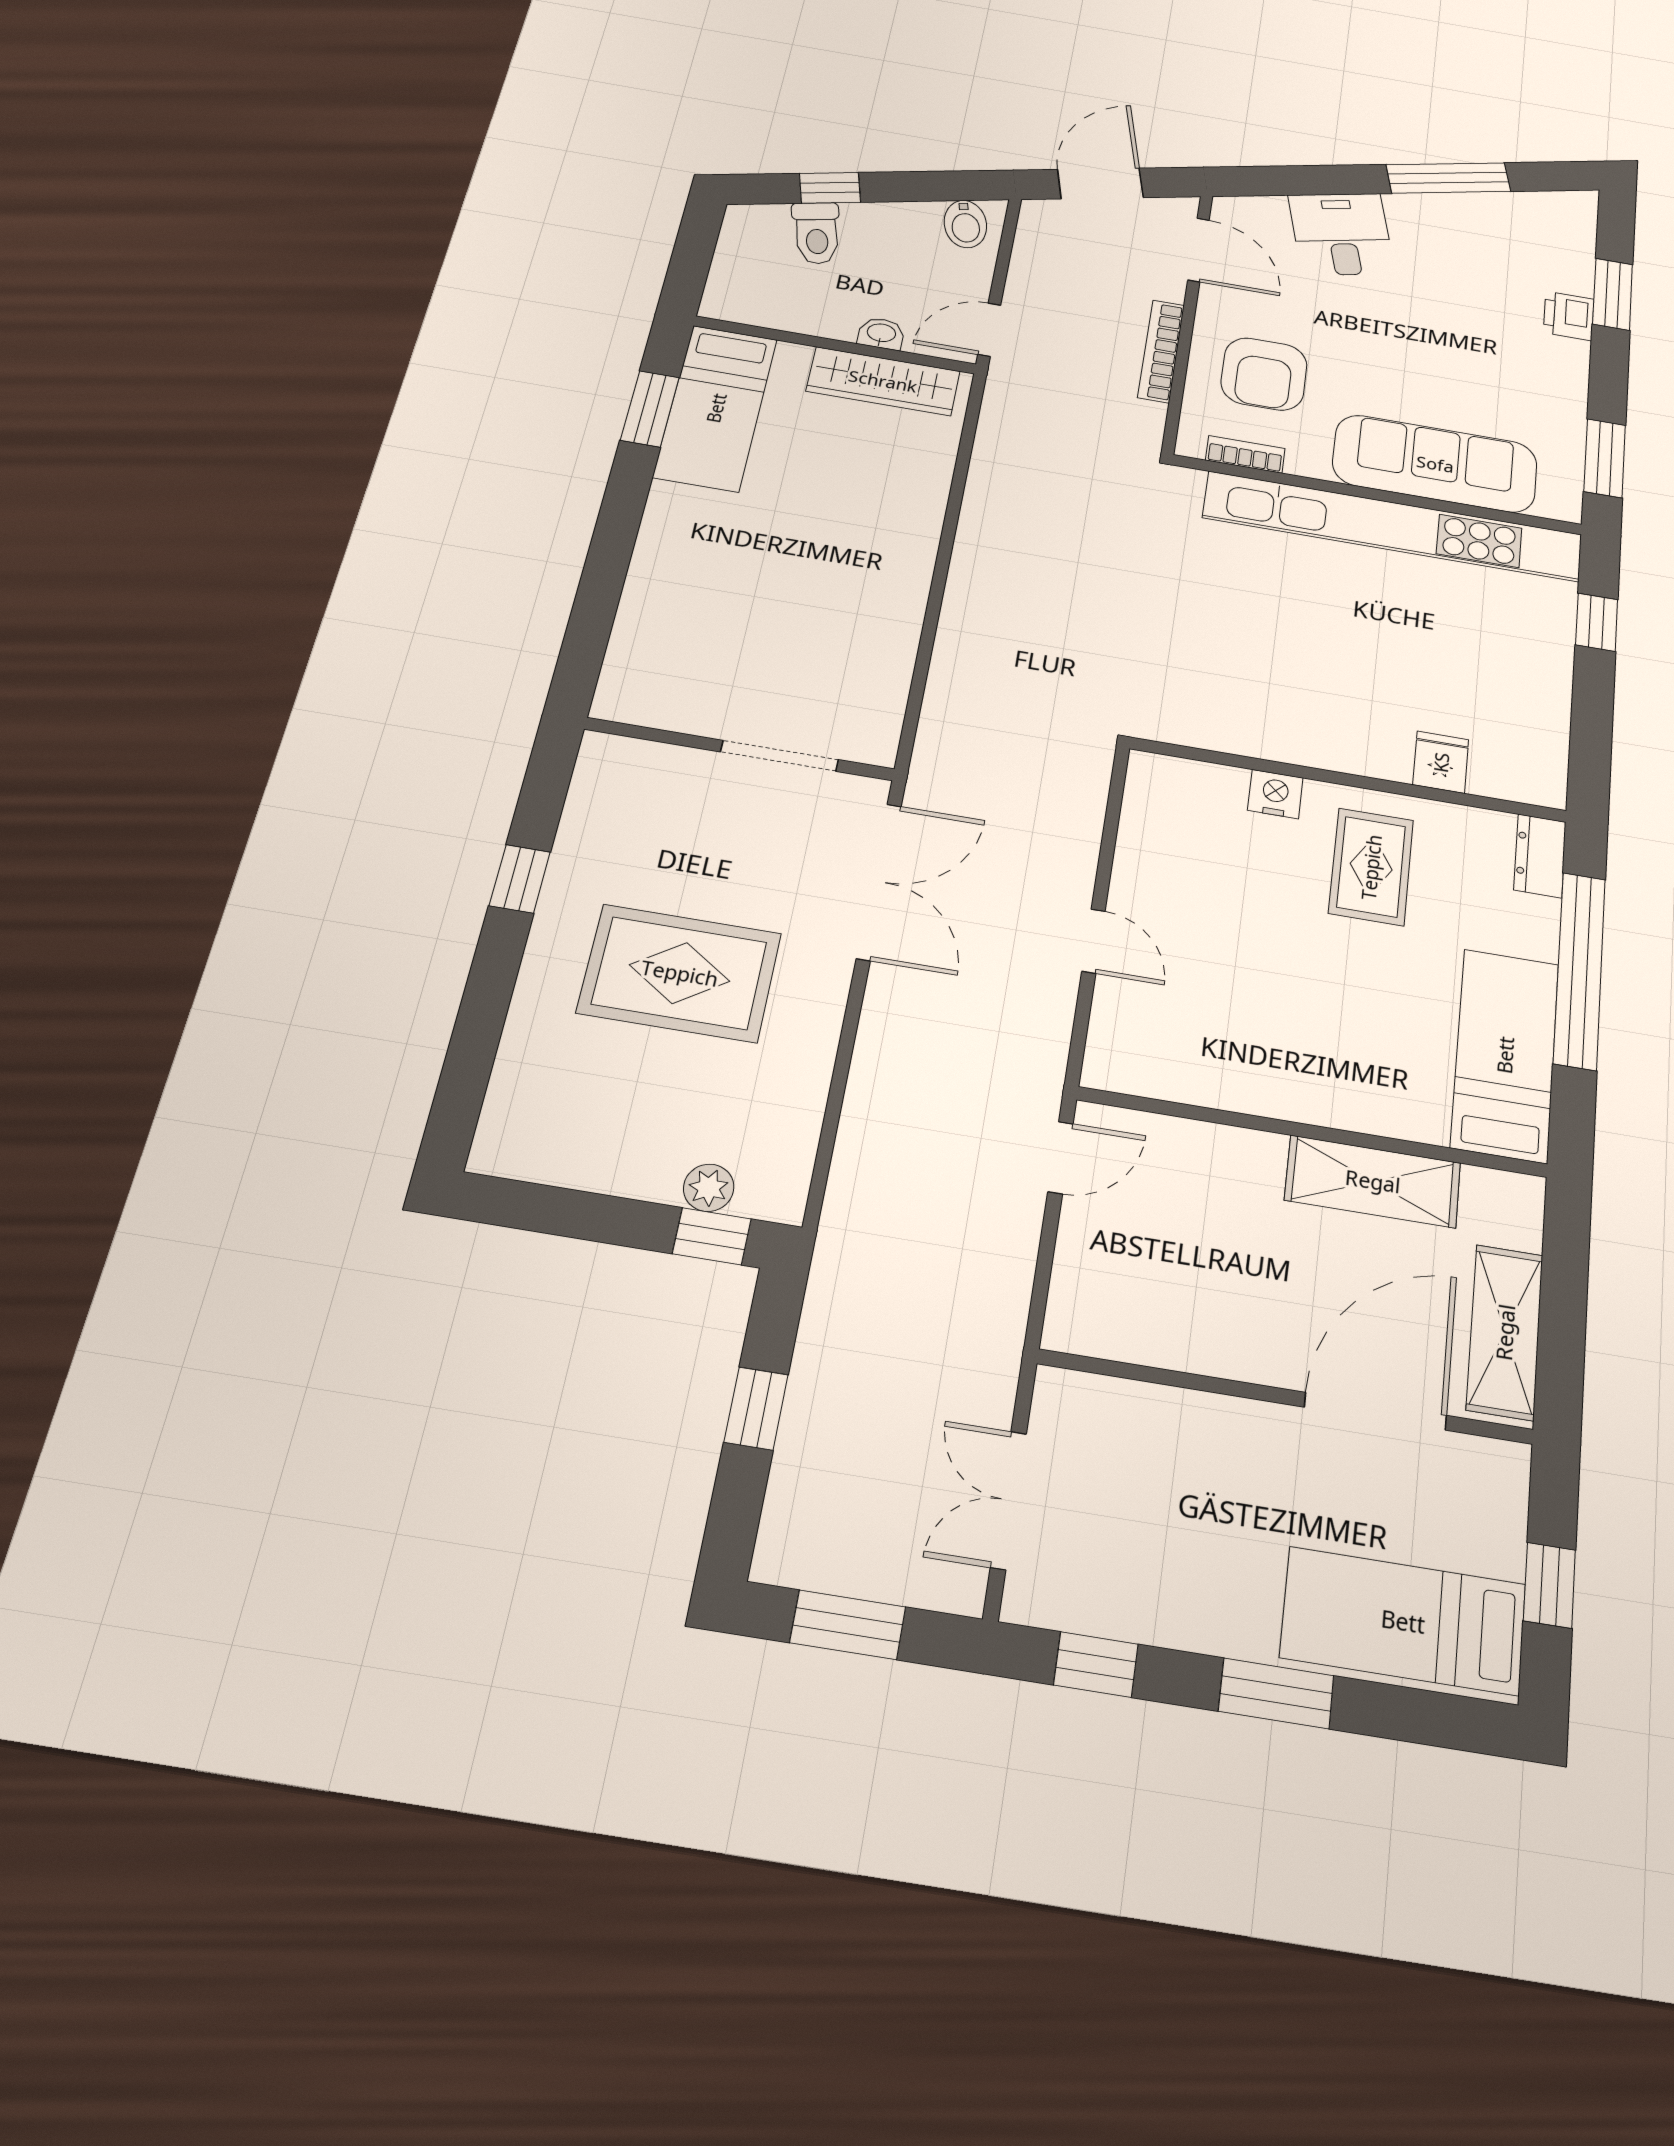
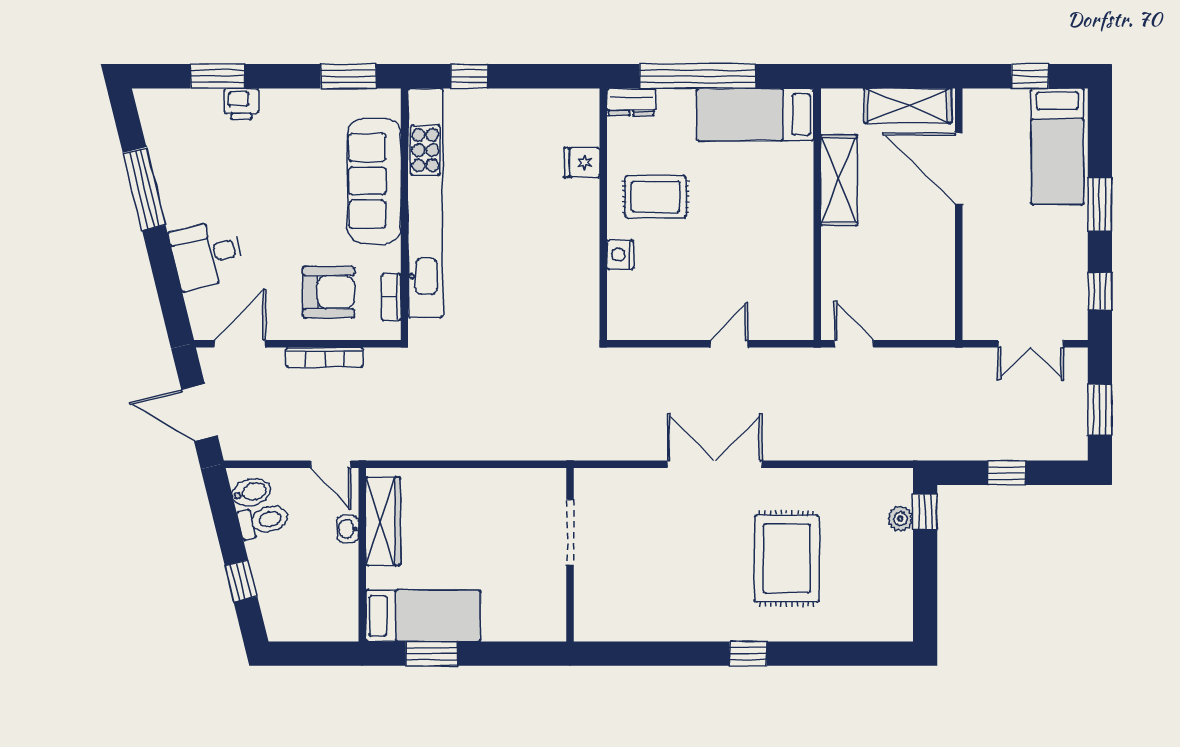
toilet: (817, 233) -> (264, 521), moved
wall: (740, 749) -> (570, 555), moved
doorway: (779, 756) -> (570, 532), moved

